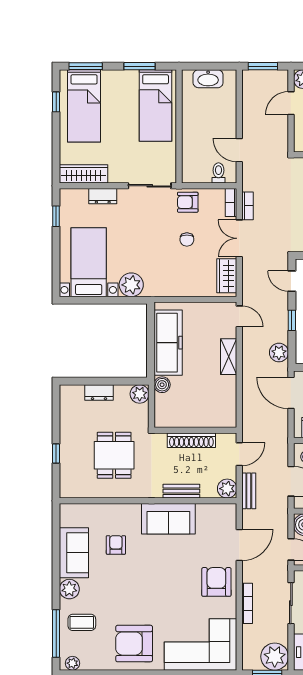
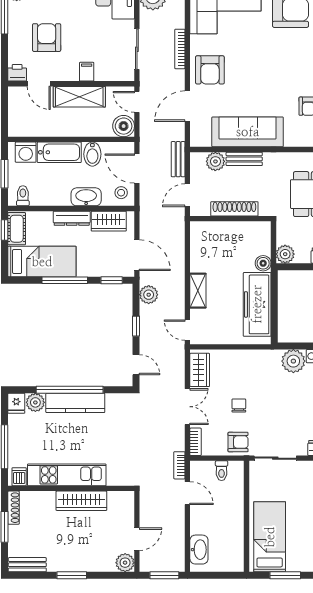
washbasin: (208, 79) -> (199, 550), moved, turned 90
toilet: (218, 173) -> (222, 471), moved
bookcase: (248, 206) -> (179, 465), moved
plant: (227, 489) -> (215, 161), moved
sofa: (168, 519) -> (248, 132), width x1.36

